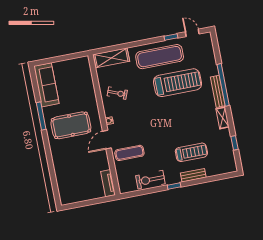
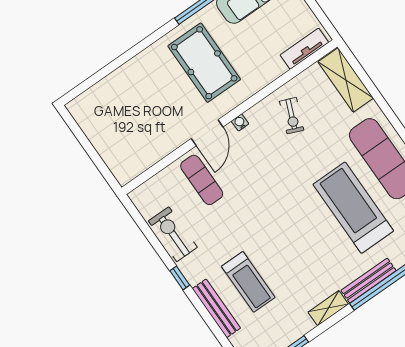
treadmill: (177, 83) -> (353, 208), turned 180
door: (107, 140) -> (207, 133), swing flipped
bench: (193, 175) -> (216, 308), width x1.36
tv unit: (108, 183) -> (304, 49), moved

